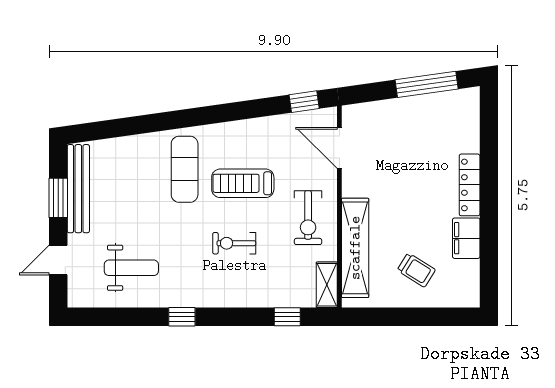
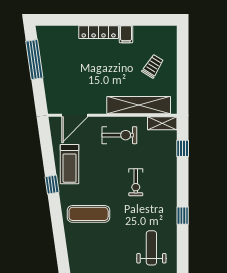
window: (304, 102) -> (52, 185), moved
treadmill: (243, 183) -> (70, 164), moved
filing cabinet: (466, 238) -> (126, 34), width x0.50

